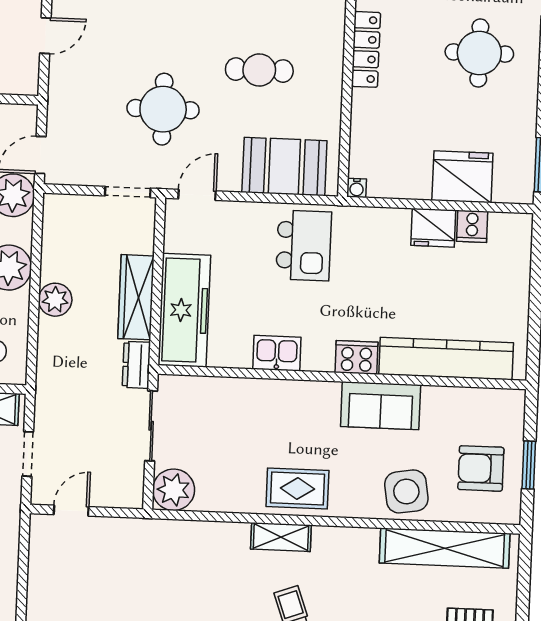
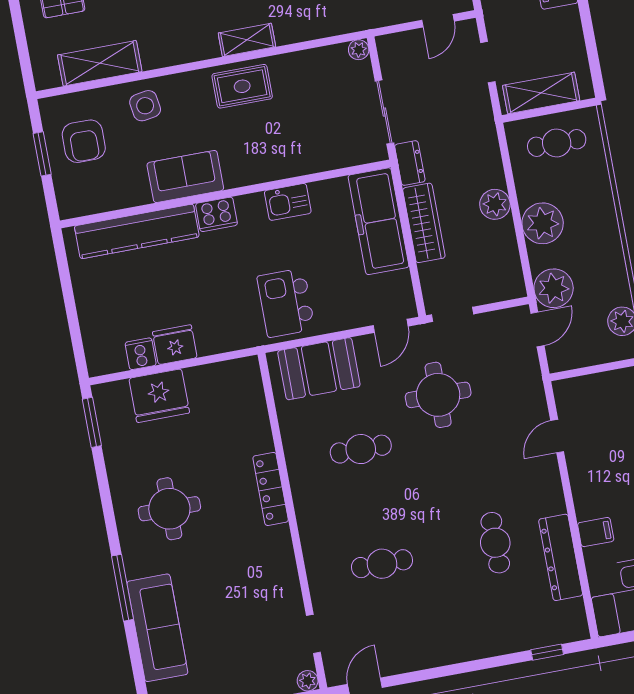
water cooler: (357, 188) -> (251, 364), removed
armchair: (481, 468) -> (84, 141), turned 90
plant: (174, 490) -> (359, 50), width x0.53, depth x0.53
side table: (406, 491) -> (145, 106), width x0.73, depth x0.73
shelving: (445, 548) -> (100, 63), width x0.68

